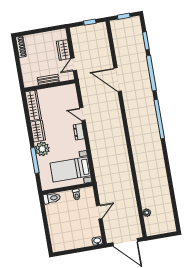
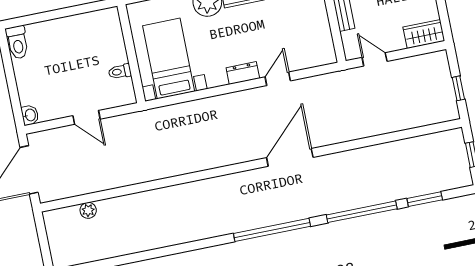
wardrobe: (63, 50) -> (424, 34), moved
door: (118, 80) -> (290, 157), moved
toilet: (52, 198) -> (17, 42), moved

